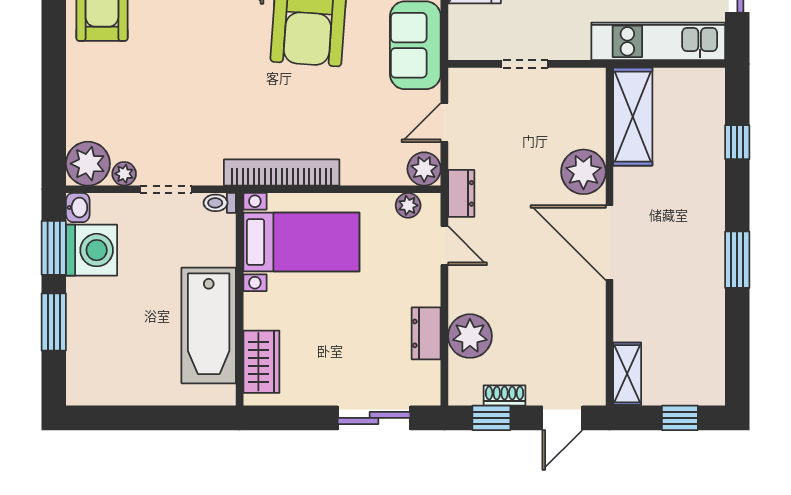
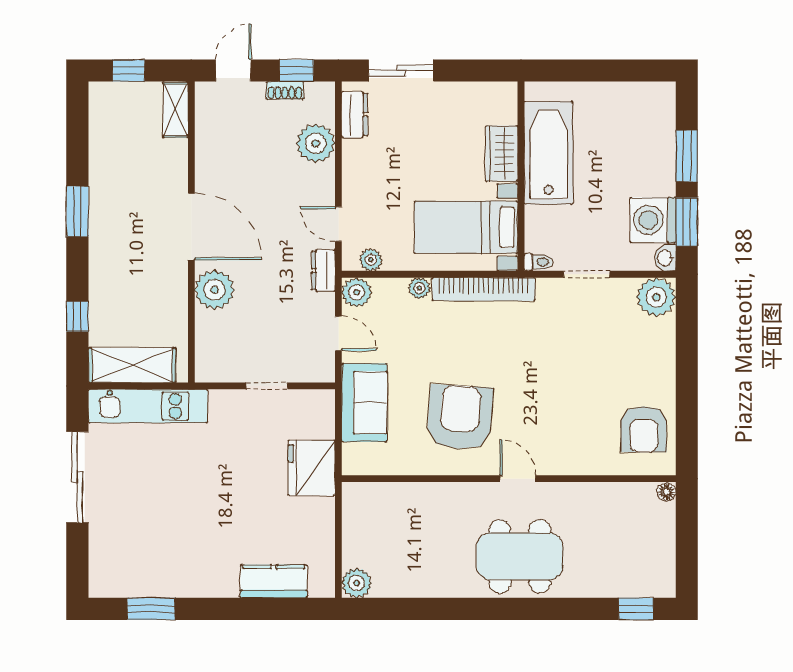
shelving: (633, 117) -> (132, 365), moved, turned 90
door: (444, 123) -> (338, 334), hinge flipped
plant: (124, 174) -> (419, 288), moved
dresser: (426, 333) -> (355, 115), moved
wardrobe: (261, 362) -> (502, 154), moved

